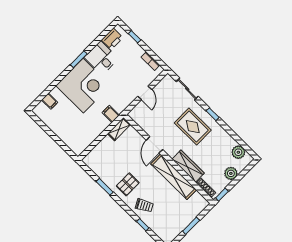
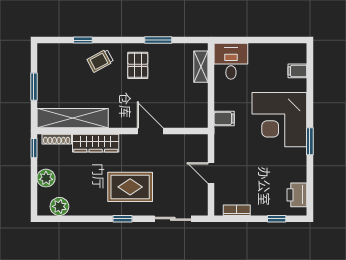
desk: (101, 58) -> (231, 61), moved, turned -90
shelving: (119, 129) -> (201, 67), moved
shelving: (174, 177) -> (73, 118), moved

